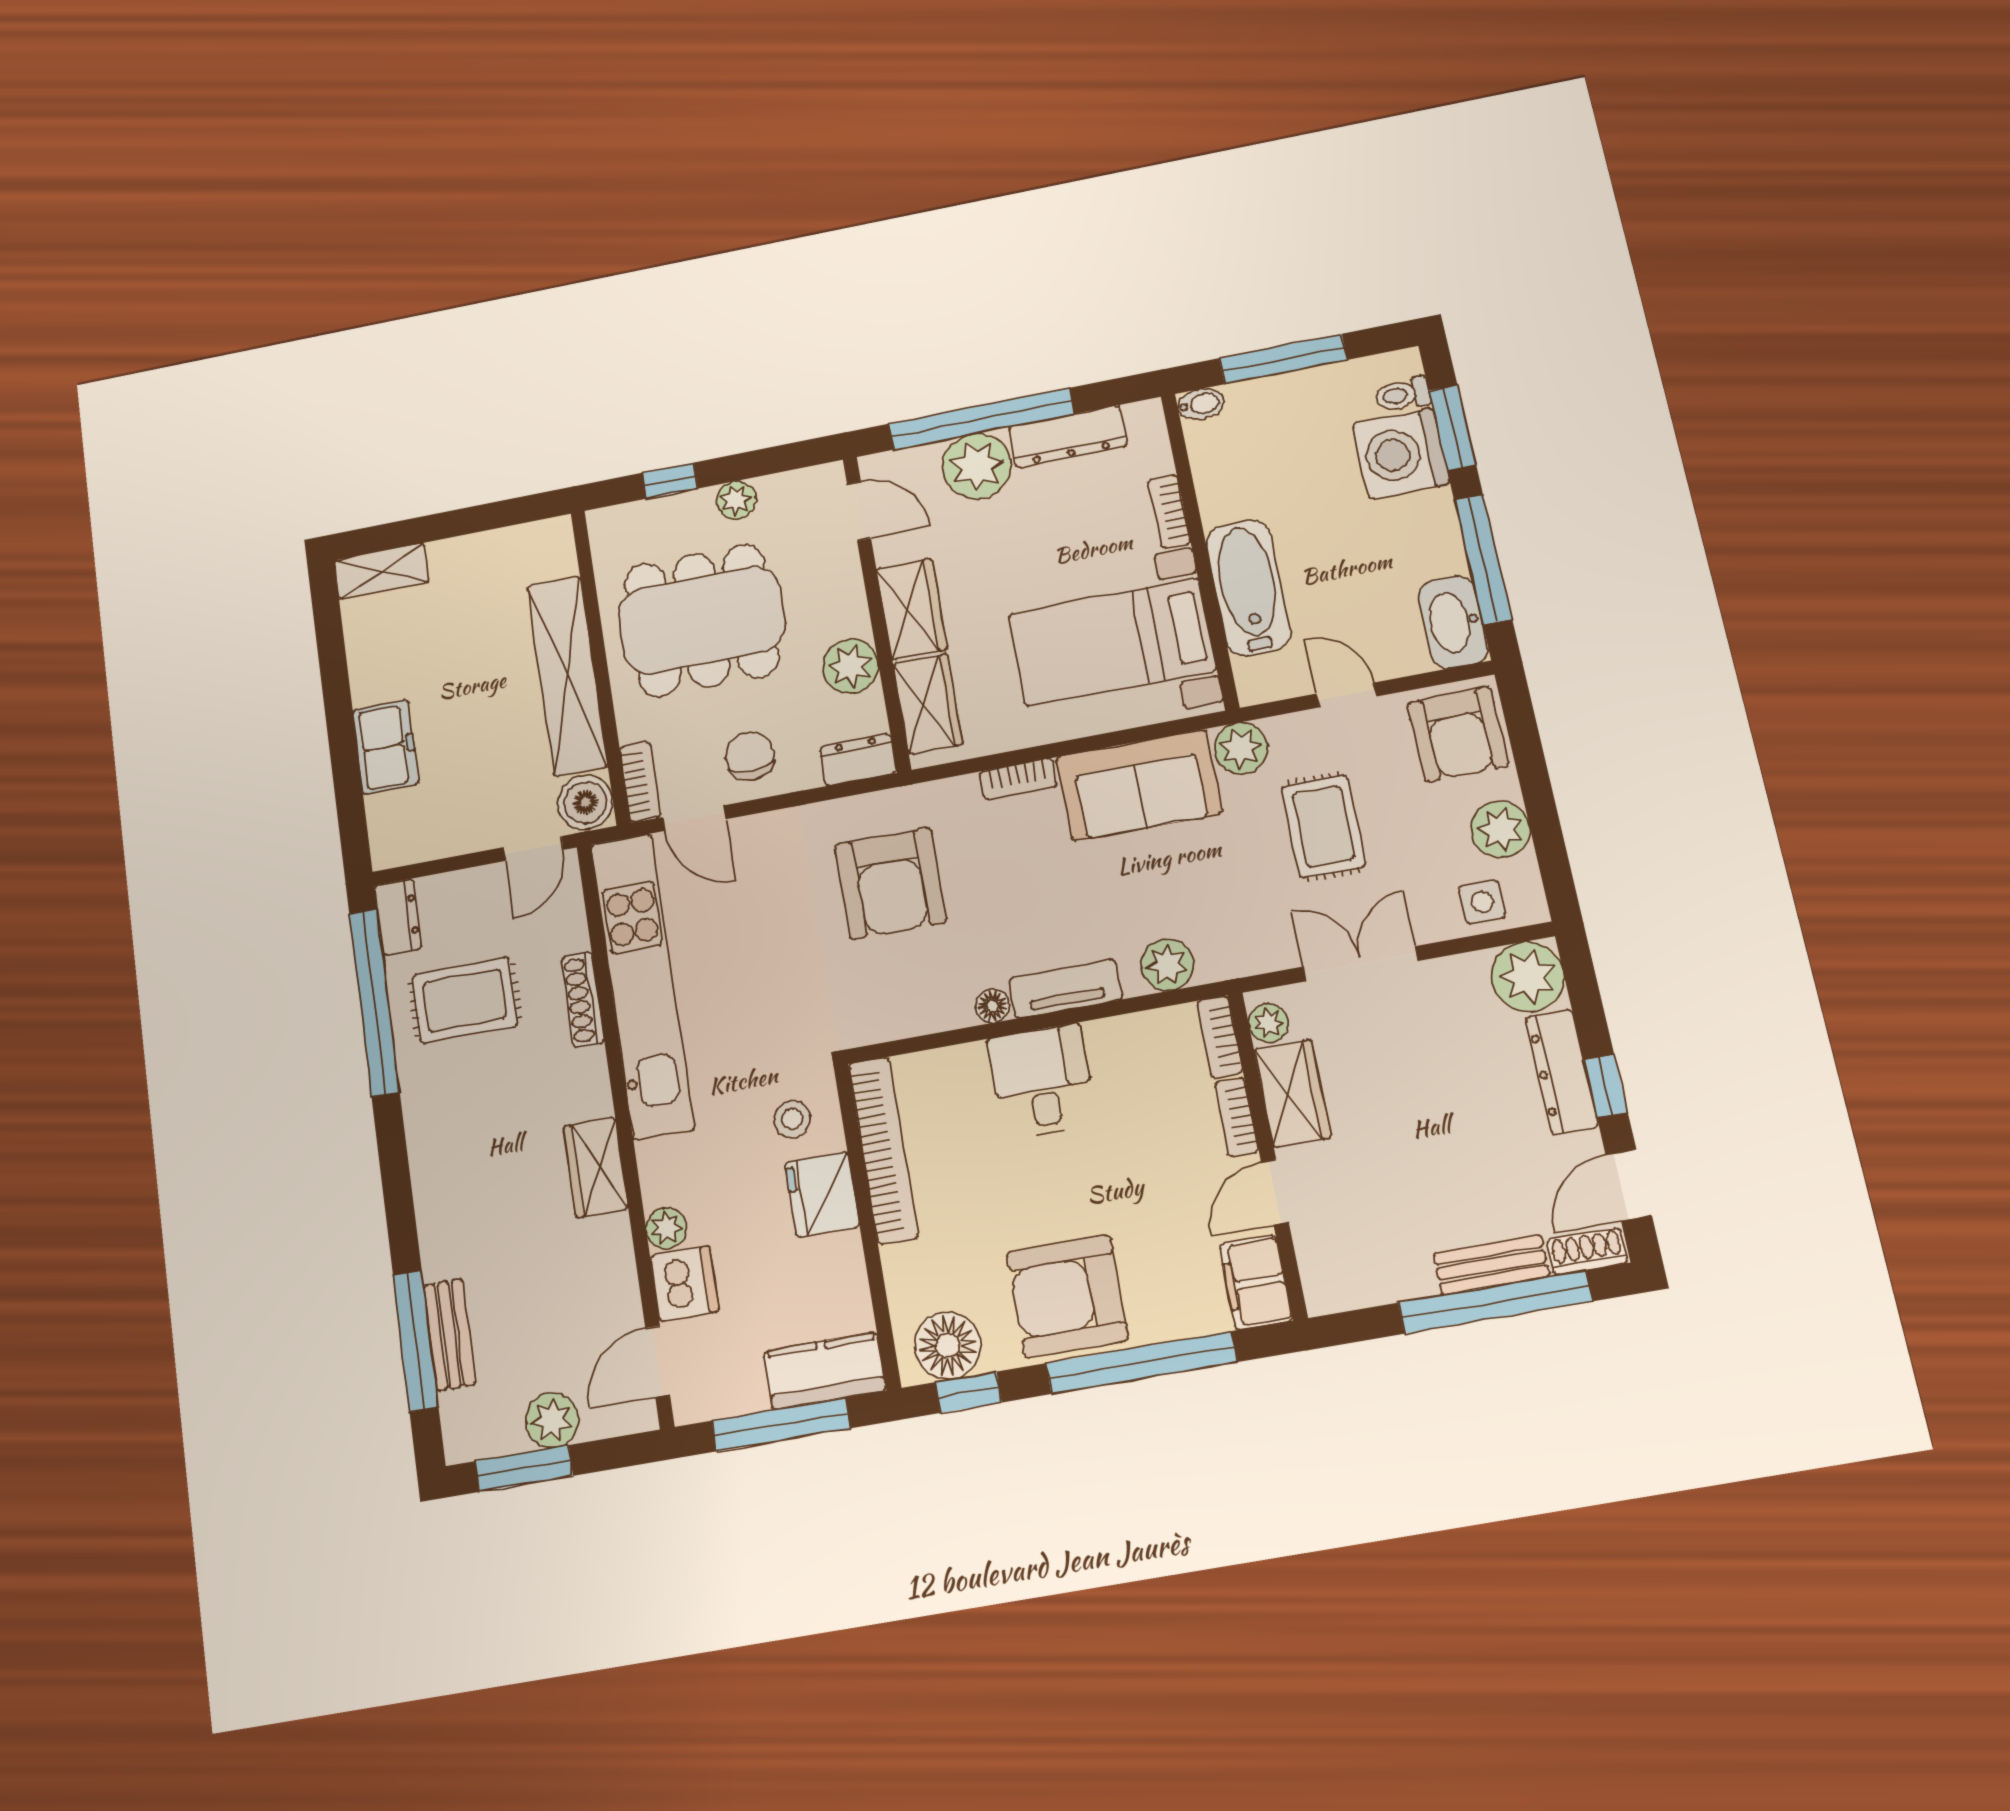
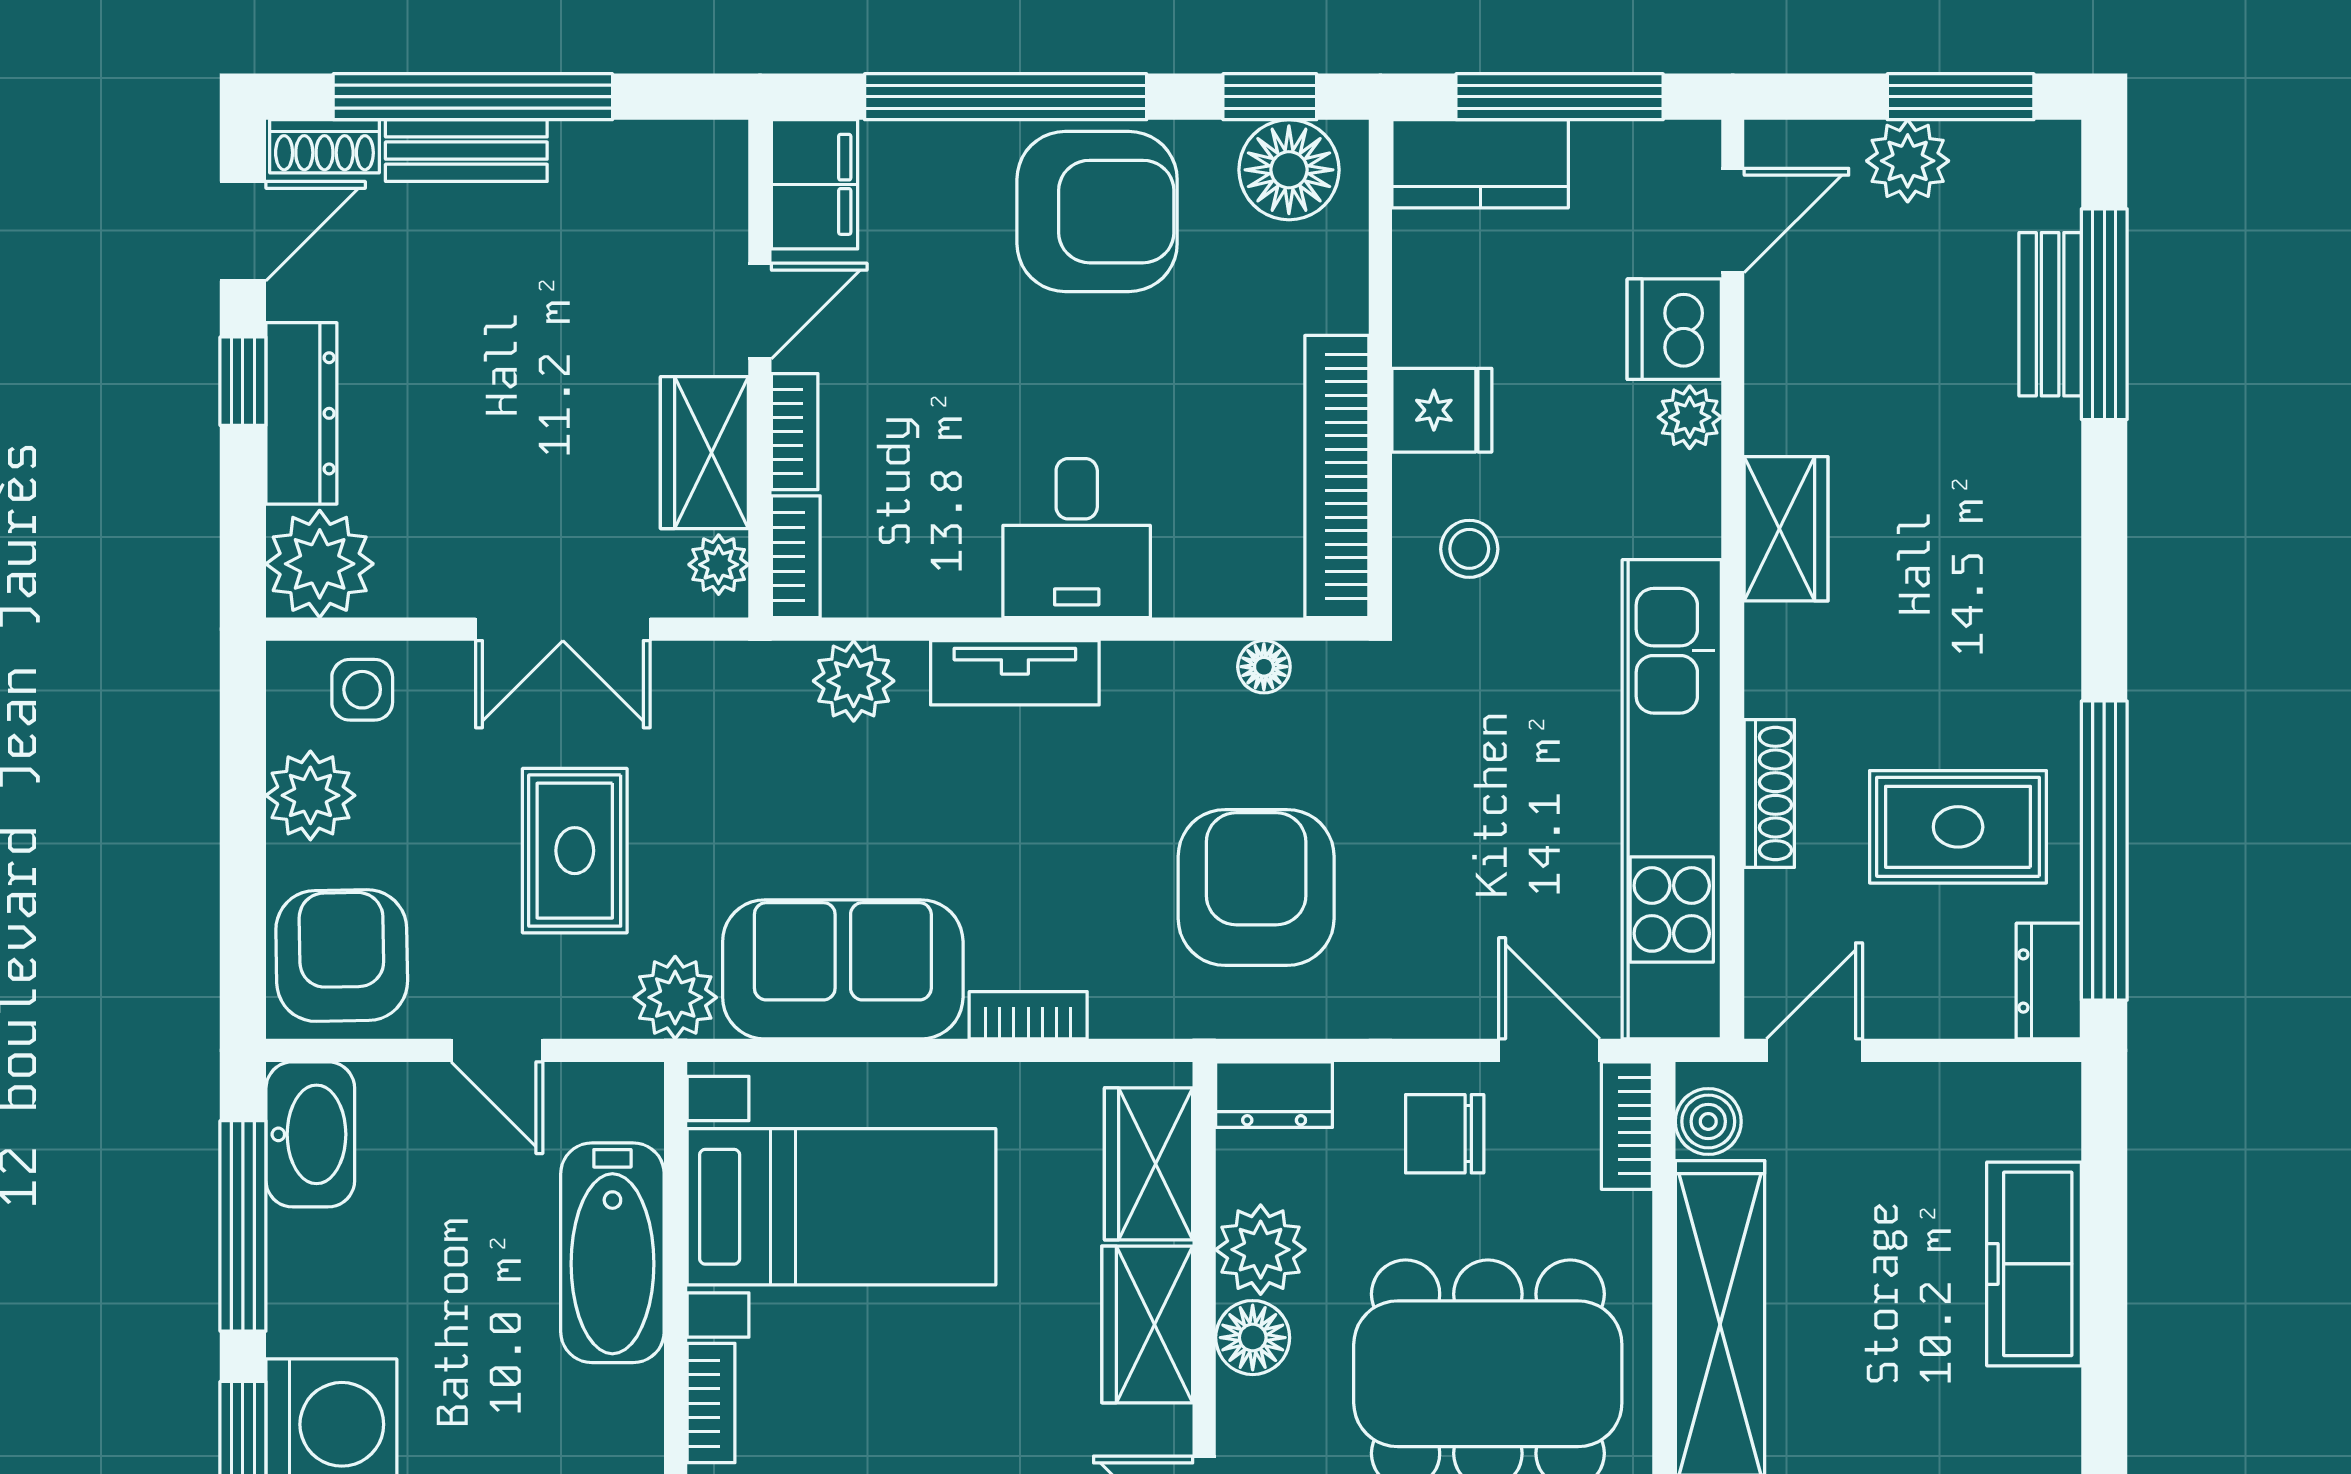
floor lamp: (847, 614) -> (1253, 1338), added
freezer: (386, 747) -> (2034, 1264), width x1.40
chair: (750, 756) -> (1445, 1134), turned 90
boiler: (585, 802) -> (1708, 1121), width x0.73, depth x0.73
floor lamp: (992, 1006) -> (1264, 667), moved
fridge: (822, 1195) -> (1442, 410), width x0.72

